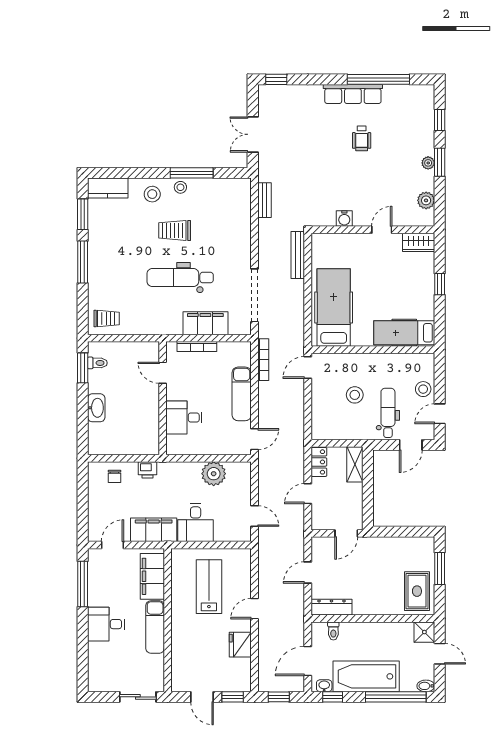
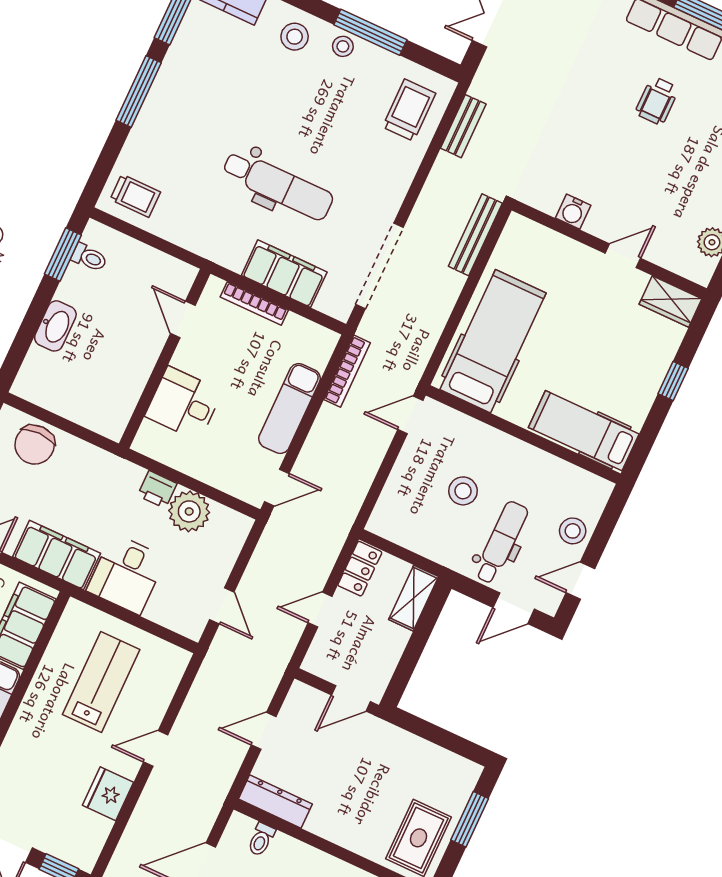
trolley: (175, 230) -> (409, 110), moved, turned 90
dental chair: (180, 278) -> (278, 185), turned 180
printer: (148, 470) -> (157, 489), moved
chair: (115, 476) -> (35, 445), width x1.87, depth x1.87

